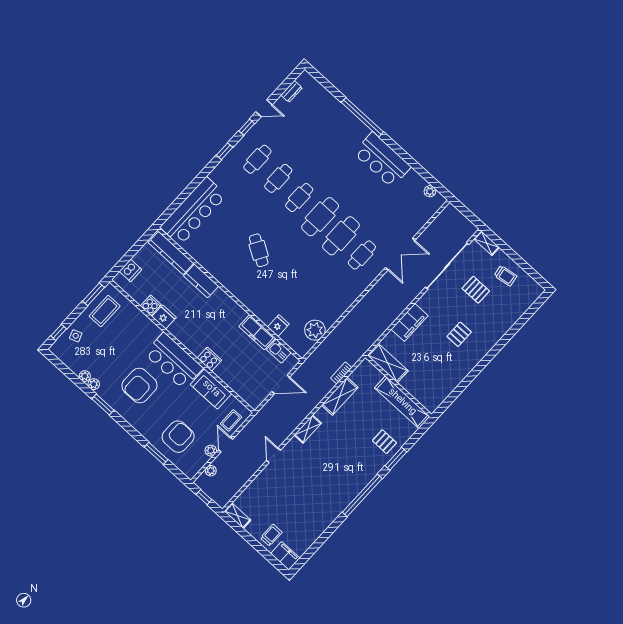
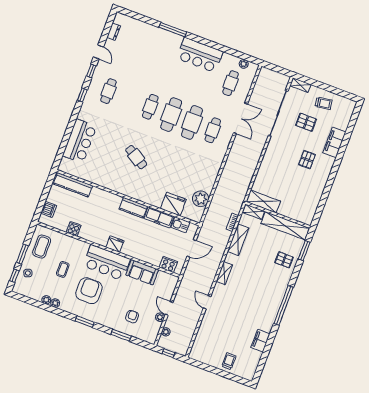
door: (264, 108) -> (98, 52), hinge flipped
window: (362, 117) -> (173, 30), width x0.68
cafe table: (278, 178) -> (231, 83), moved
bar counter: (193, 211) -> (80, 141), width x0.73
kitchen counter: (201, 281) -> (133, 208), moved
window: (93, 294) -> (22, 254), moved
fridge: (164, 317) -> (115, 244), moved
filing cabinet: (410, 322) -> (334, 142), moved, turned 180
fridge: (278, 326) -> (173, 204), width x1.88, depth x1.34
cooker: (209, 359) -> (168, 265), moved
armchair: (139, 386) -> (89, 291), turned 180
window: (103, 405) -> (85, 322), moved
coffee table: (231, 420) -> (63, 269), moved
armchair: (178, 437) -> (132, 317), width x0.53, depth x0.53
window: (396, 459) -> (304, 251), moved
shelving: (238, 516) -> (254, 212), moved
filing cabinet: (285, 556) -> (260, 341), moved, turned -90

